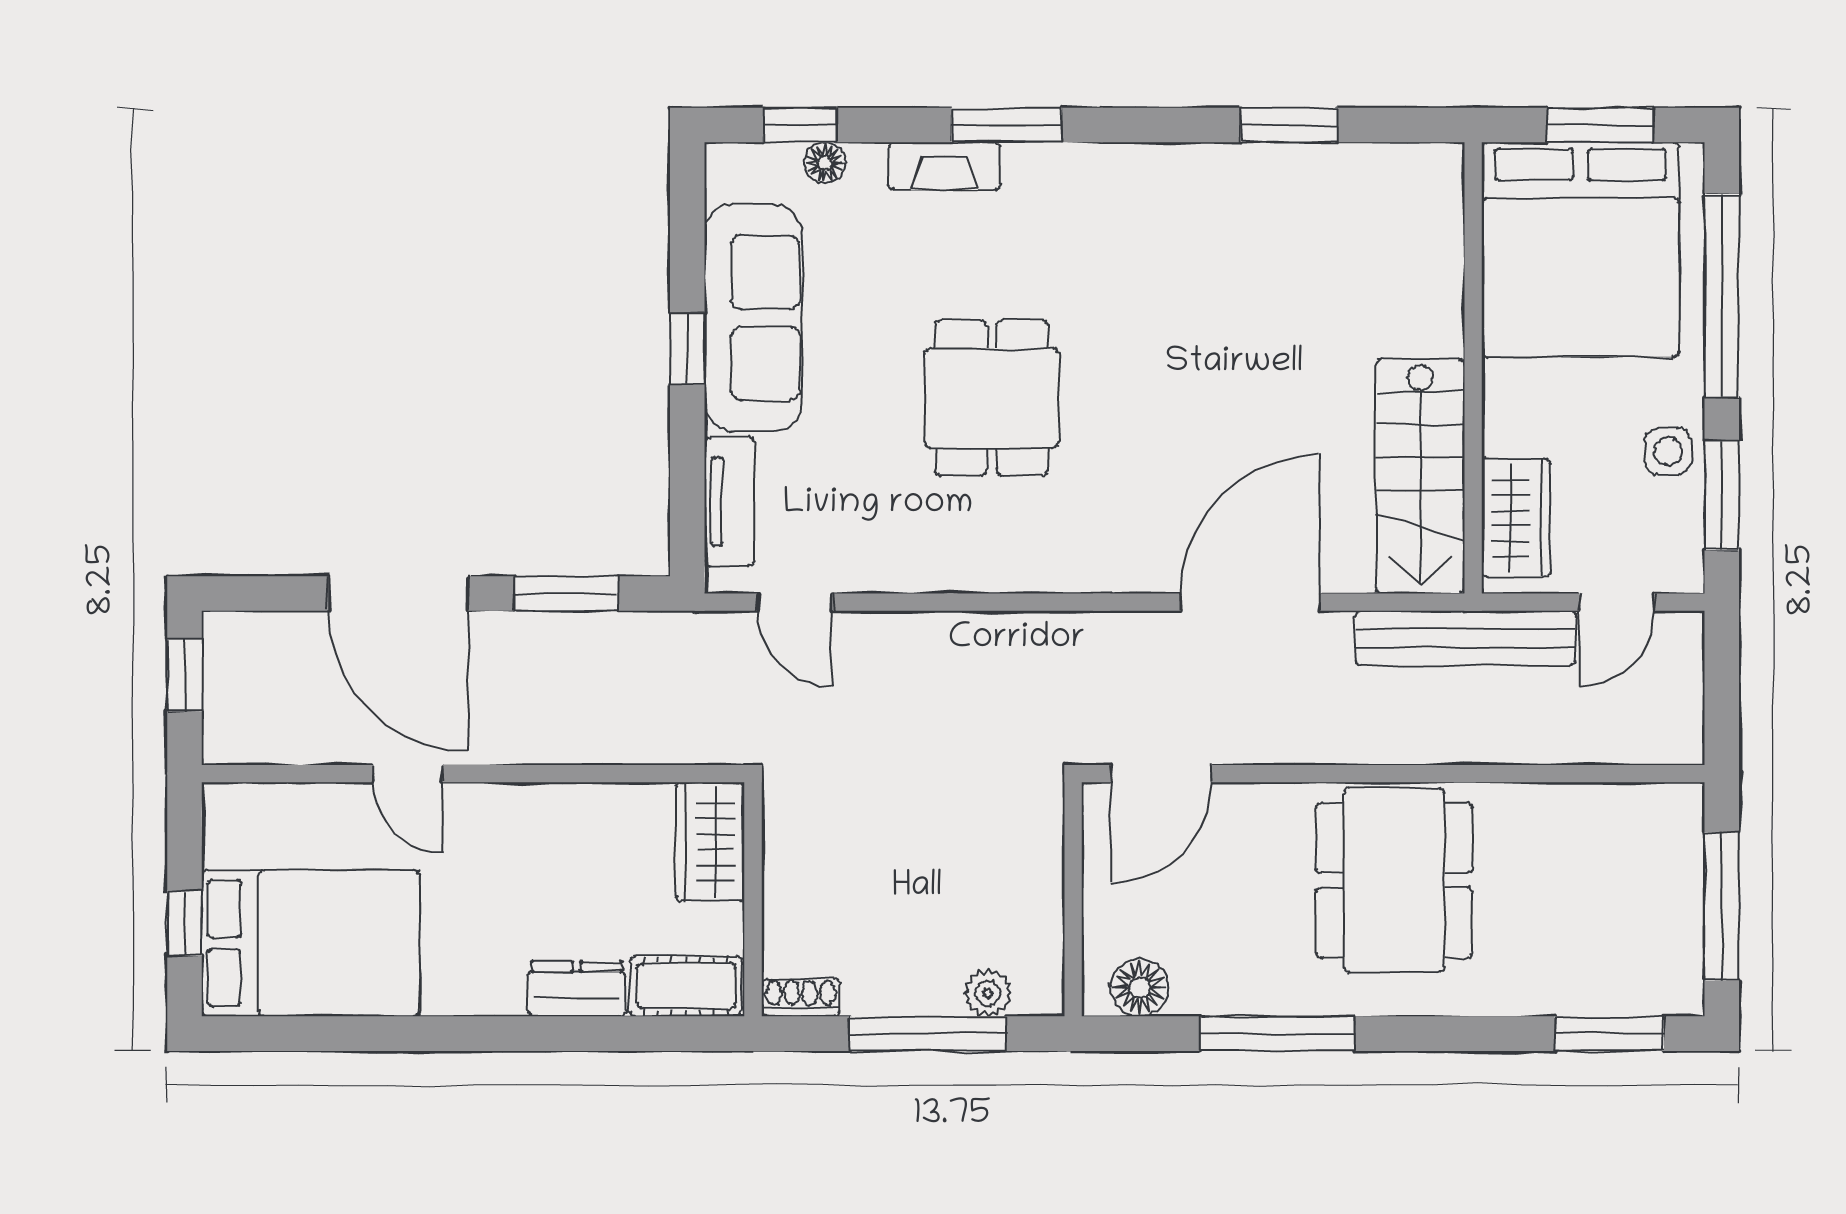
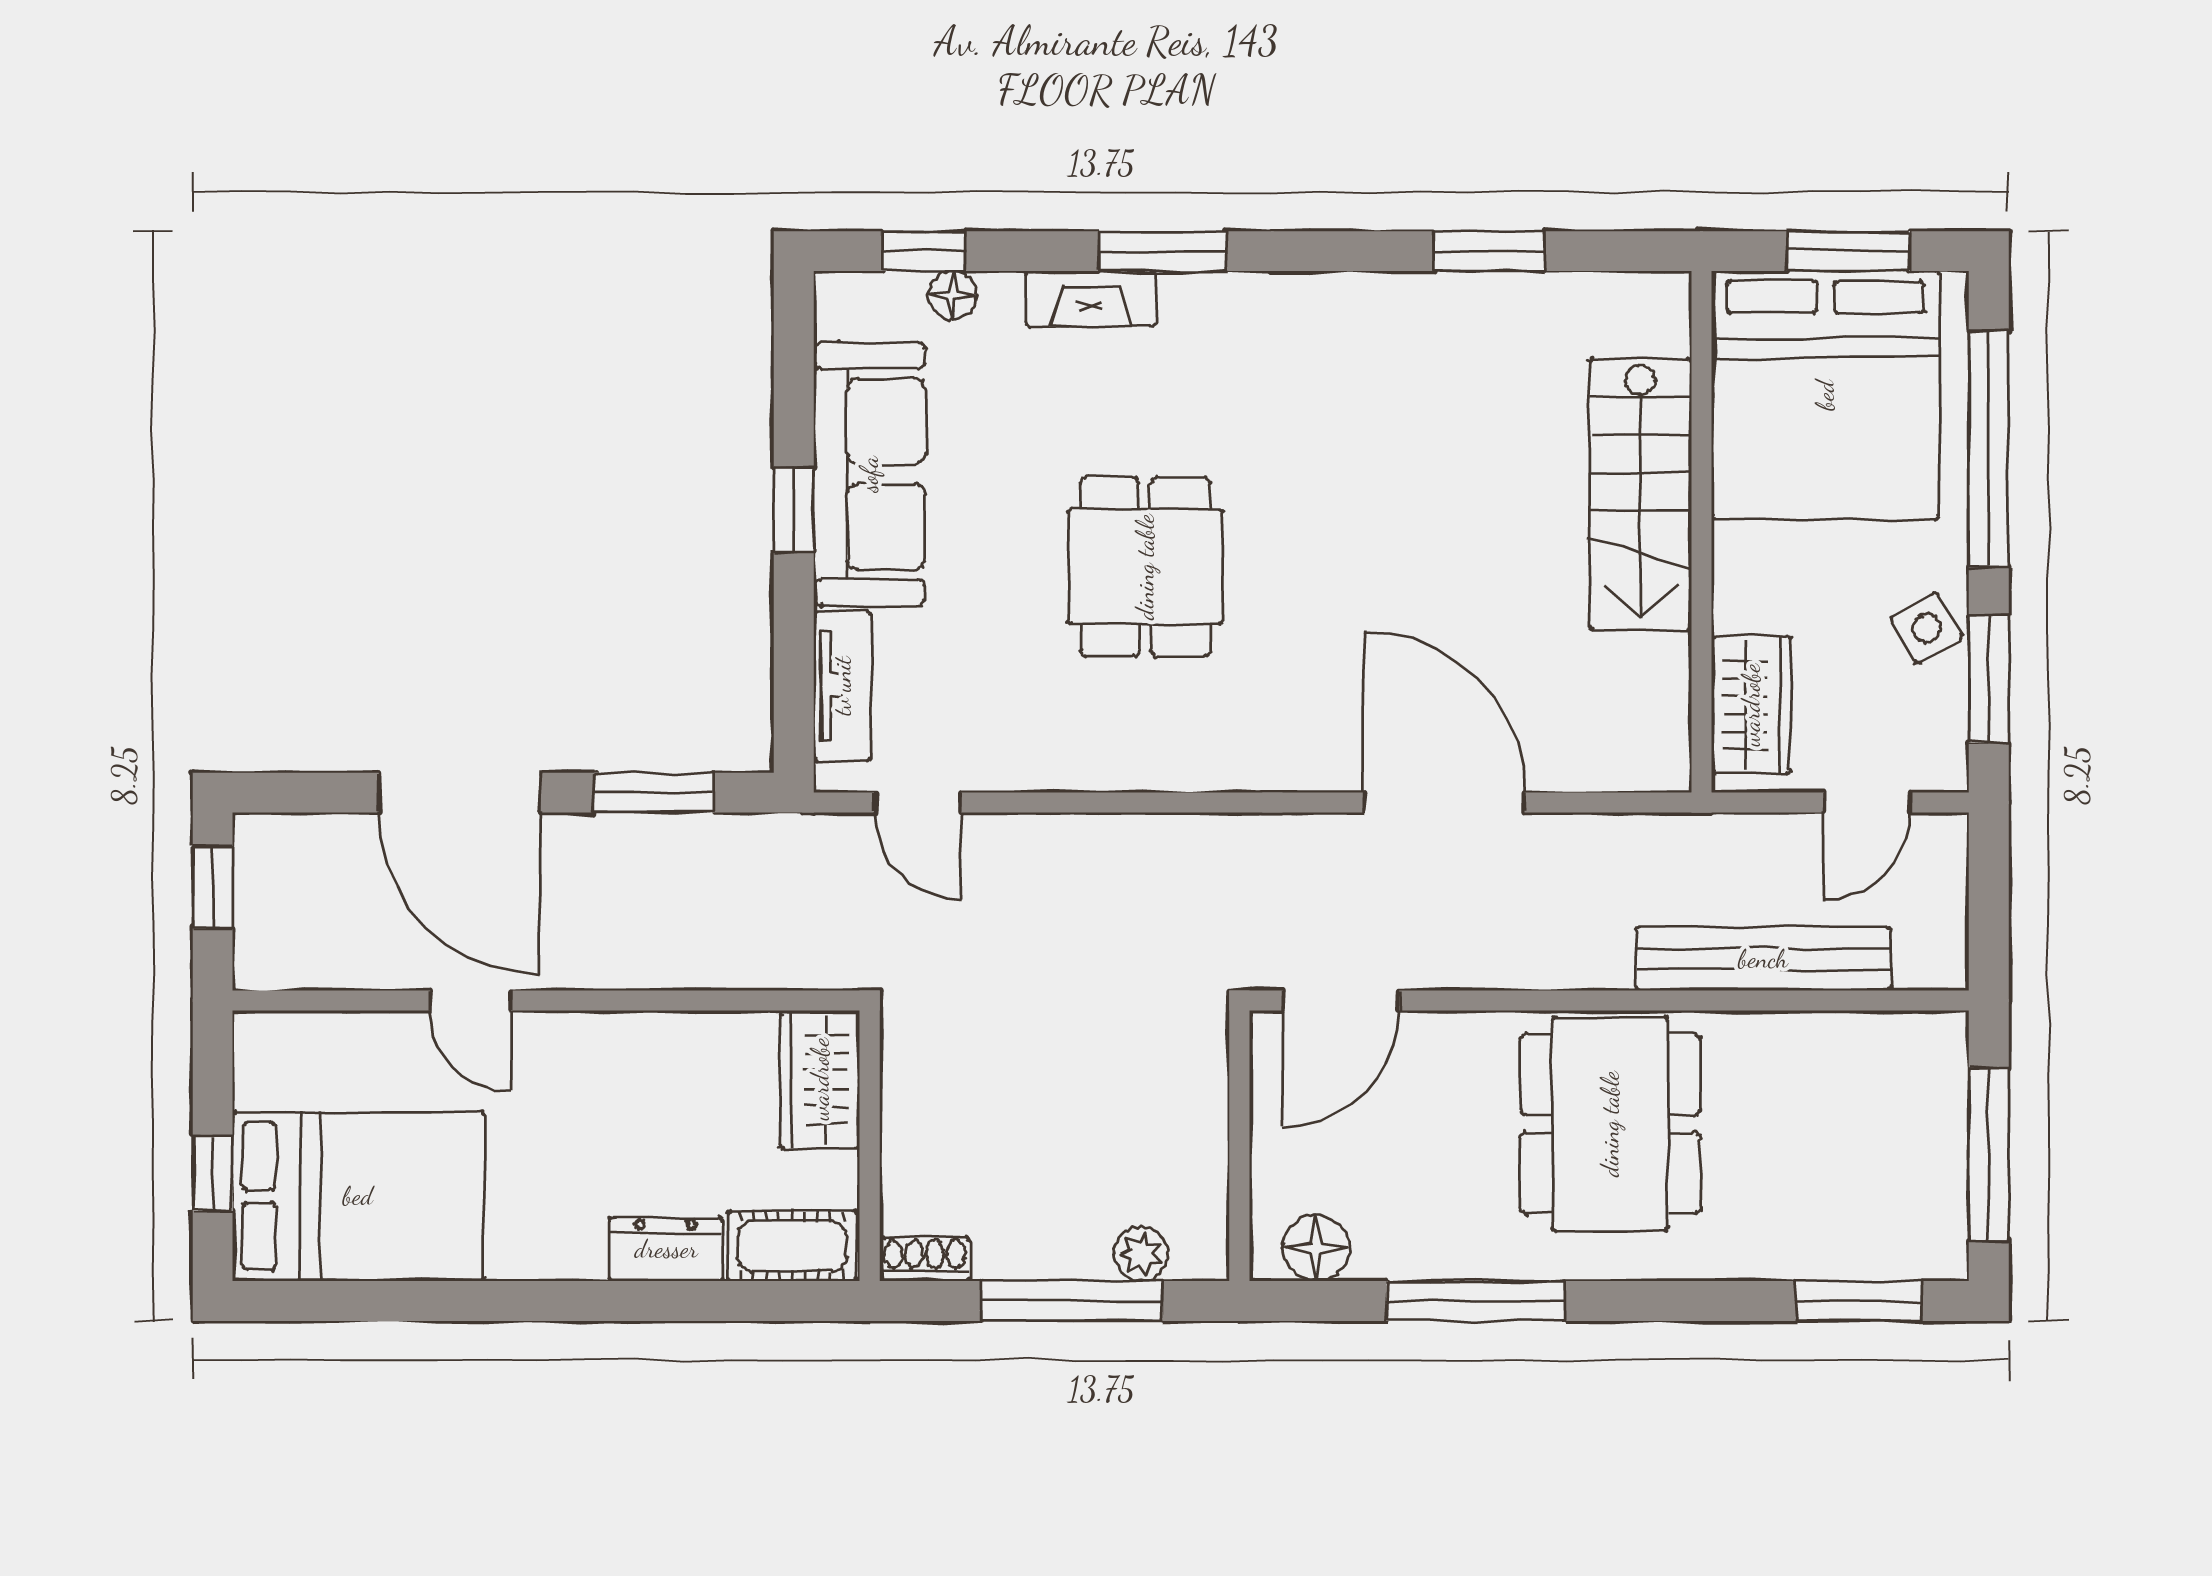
side table: (1668, 451) -> (1927, 628), turned -30
stairs: (1420, 476) -> (1640, 494), moved
door: (1250, 602) -> (1444, 802), hinge flipped
bench: (1465, 638) -> (1763, 959), moved

